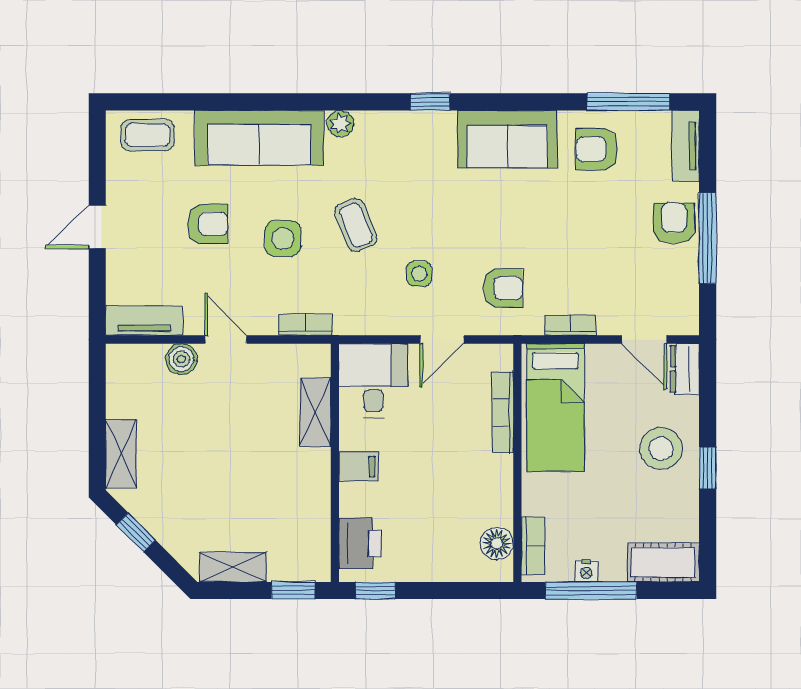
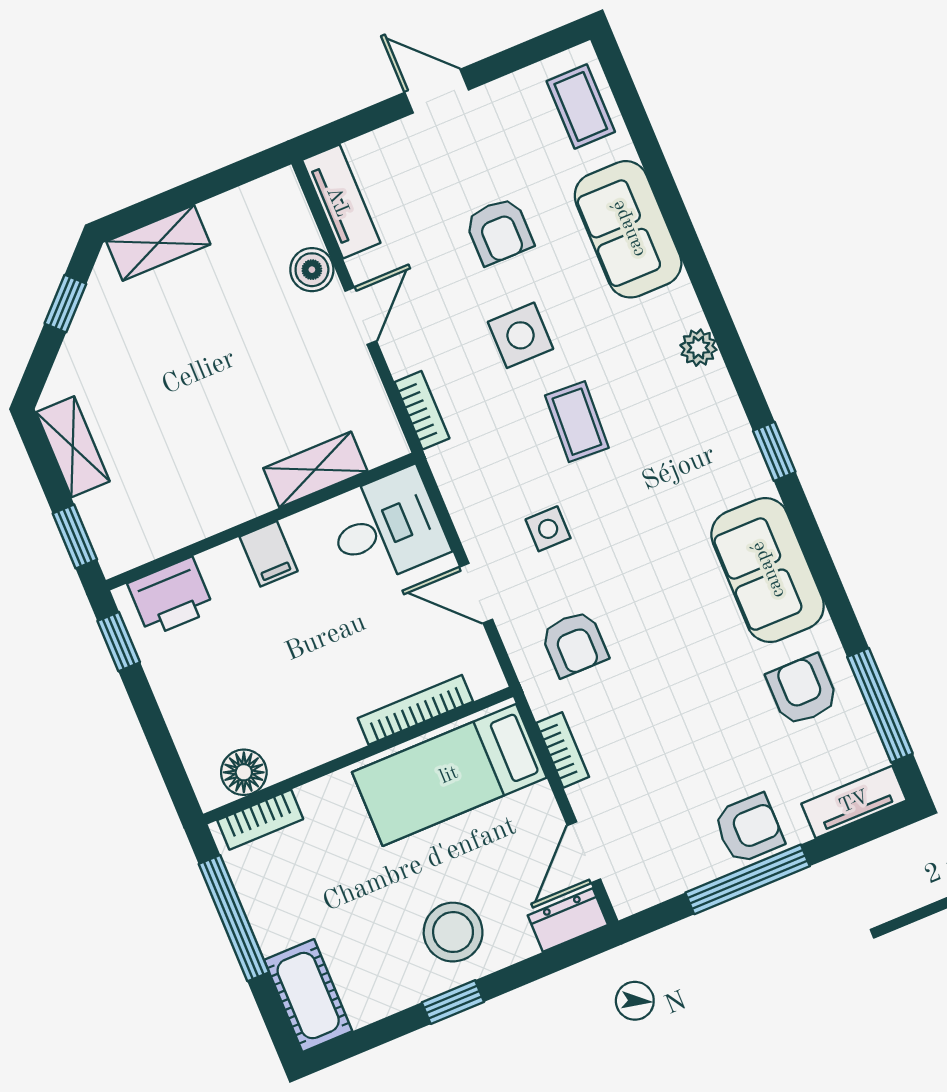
sofa: (259, 138) -> (628, 229), width x0.73
coffee table: (356, 225) -> (577, 422), turned -65
nightstand: (586, 571) -> (256, 902), removed

